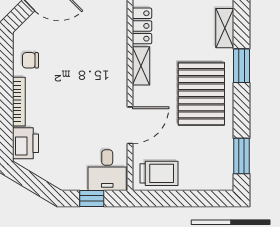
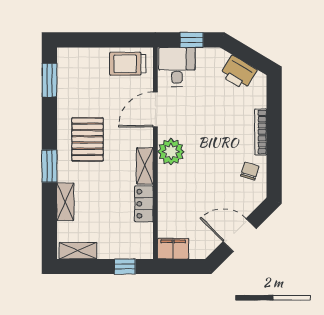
chair: (30, 60) -> (250, 171), turned -73
plant: (113, 81) -> (171, 152), added
pallet: (201, 94) -> (88, 139), width x0.73, depth x0.71
printer: (25, 143) -> (238, 72), moved, turned -59

